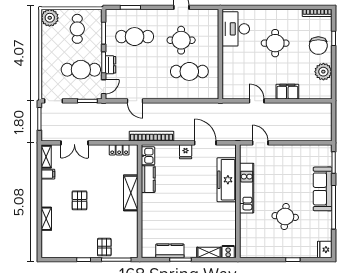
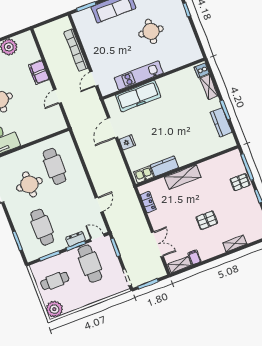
bookcase: (152, 136) -> (76, 50), moved

